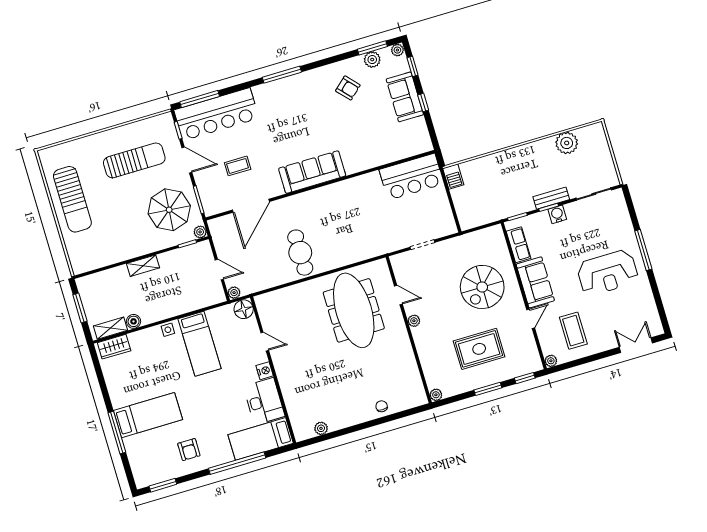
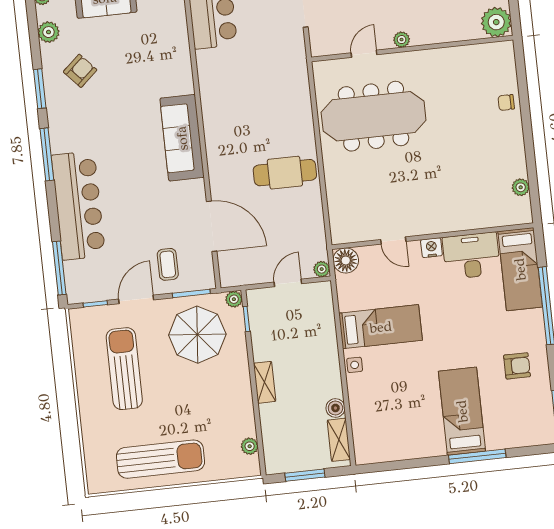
window: (372, 48) -> (40, 89), moved
bar counter: (216, 114) -> (78, 206), moved
coffee table: (238, 166) -> (168, 264), moved
plant: (94, 263) -> (250, 446), added
door: (265, 342) -> (393, 241), swing flipped
wardrobe: (114, 347) -> (364, 440), removed
plant: (436, 395) -> (496, 22), width x1.88, depth x1.88

